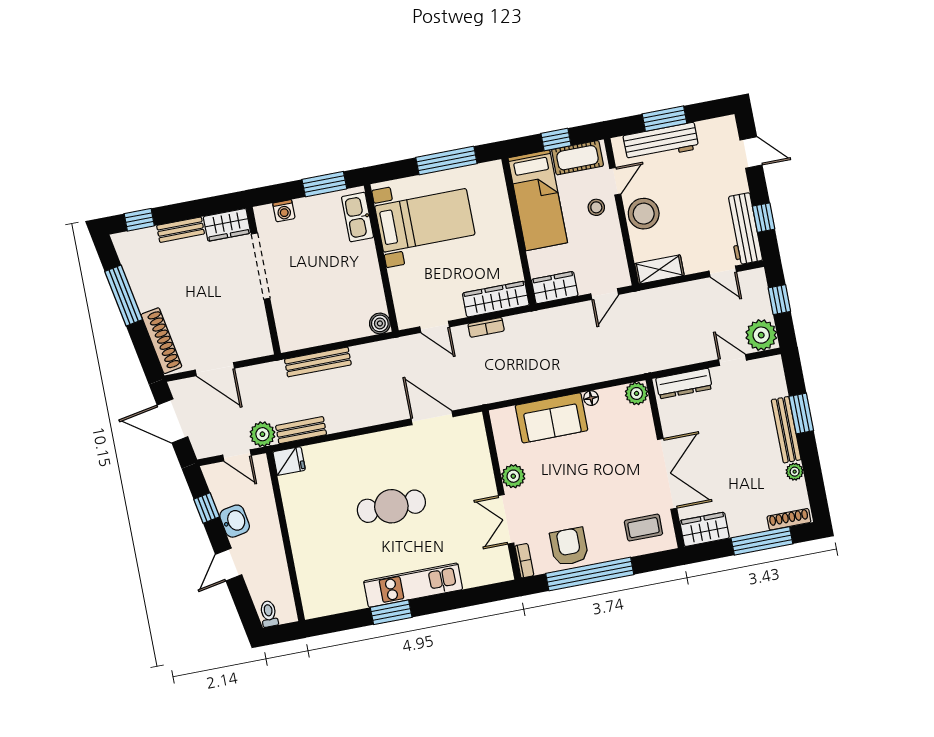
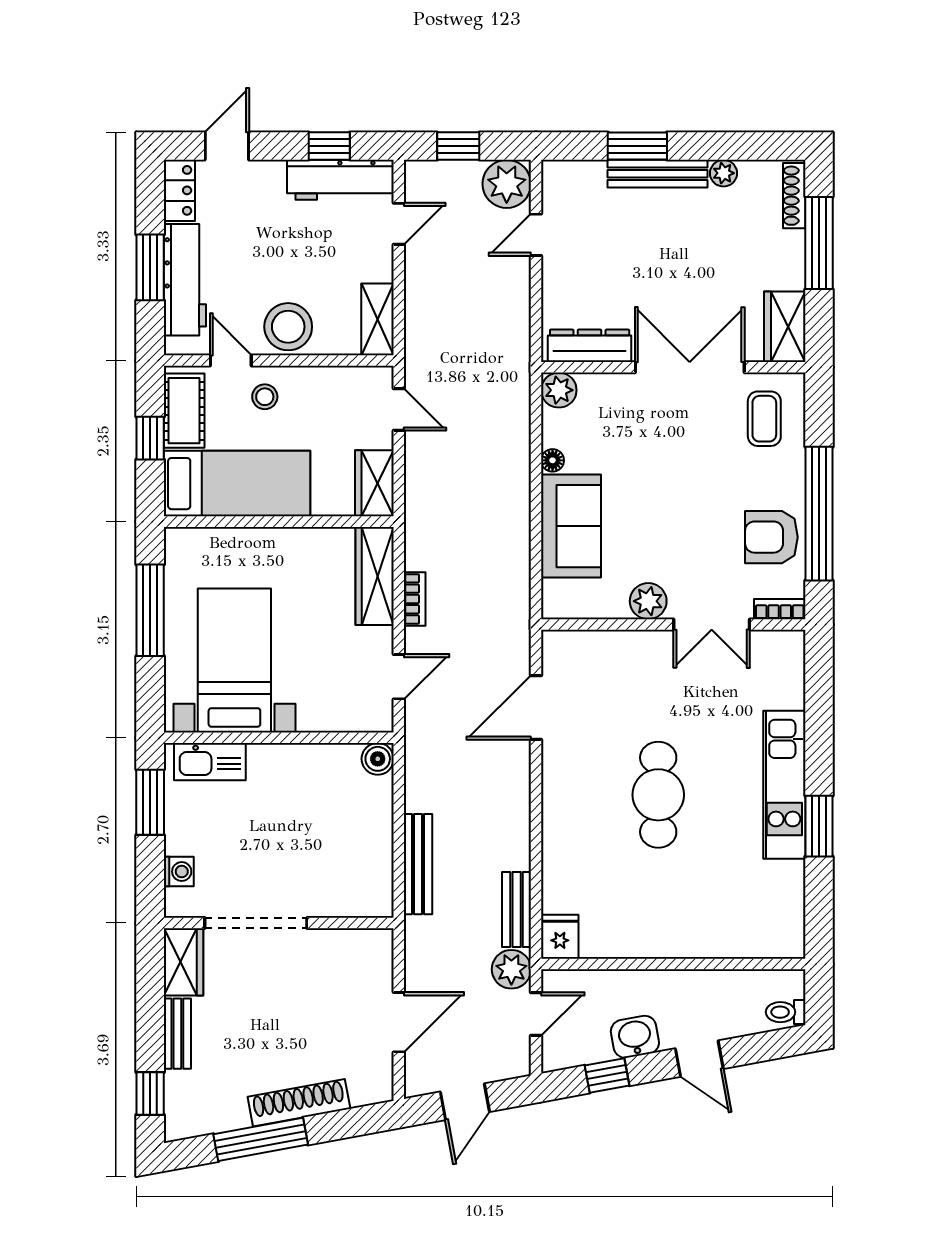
locker: (717, 128) -> (179, 190), added
shoe rack: (161, 341) -> (299, 1103), moved
dresser: (684, 383) -> (590, 346), moved, turned -90
door: (173, 421) -> (465, 1102), width x0.73

